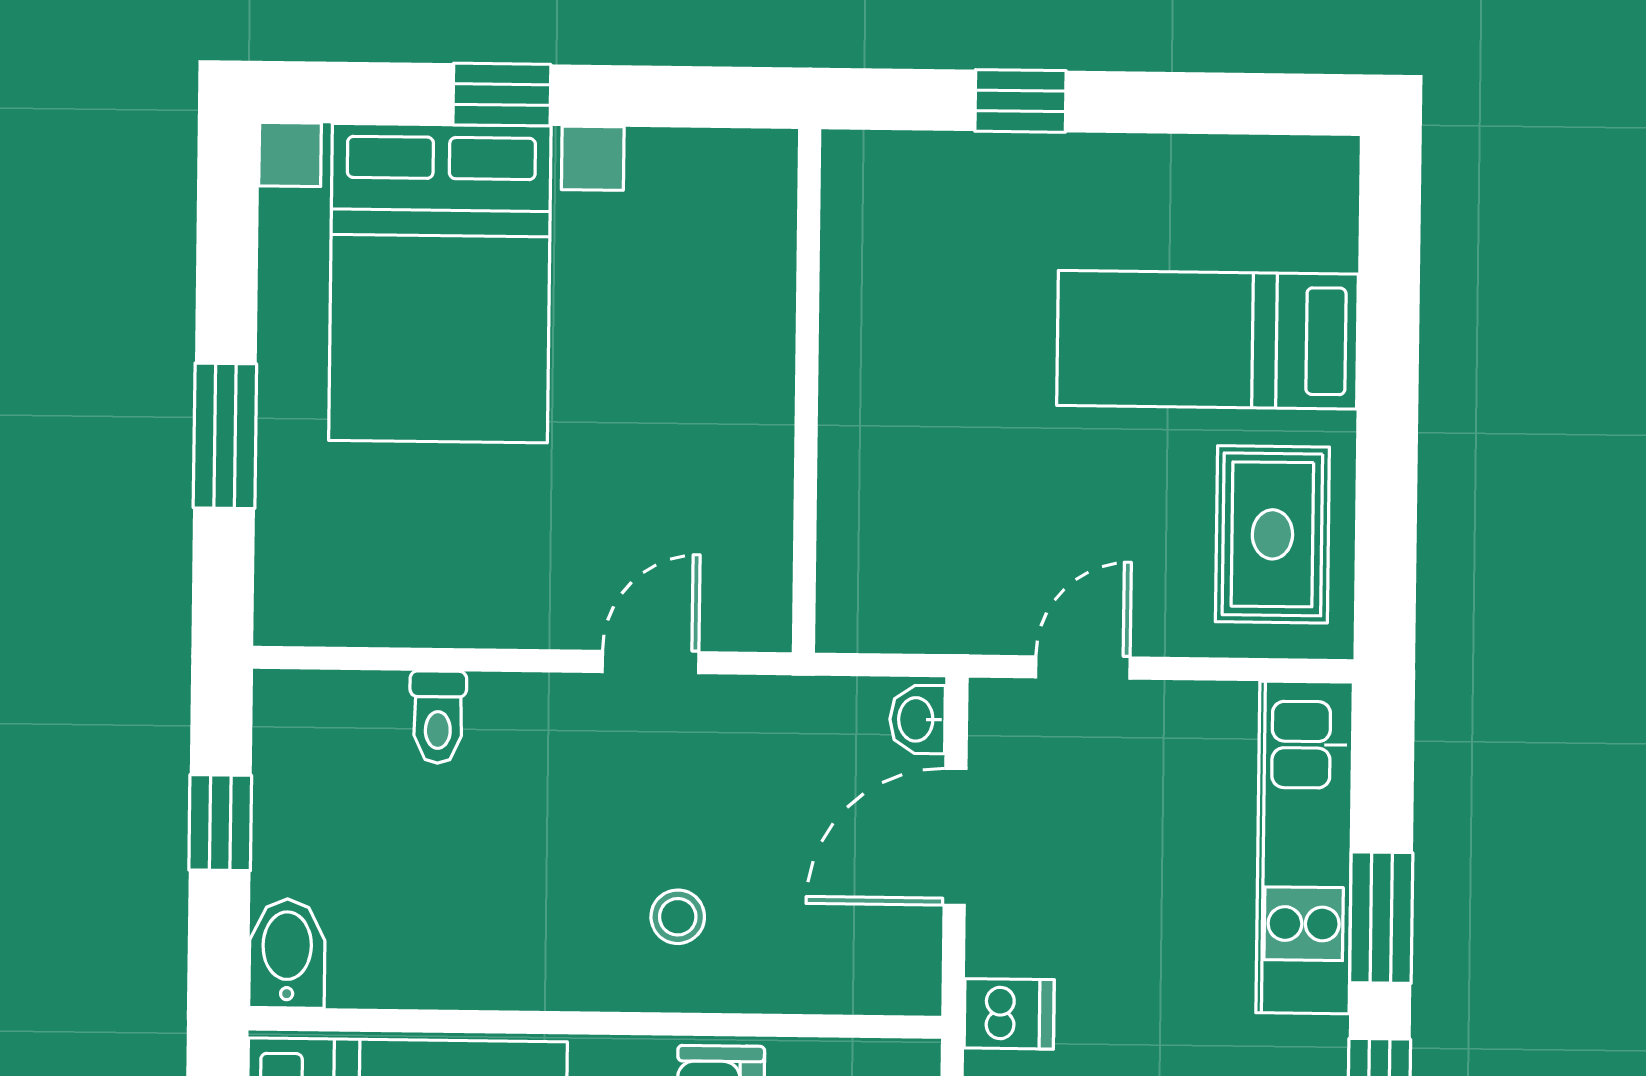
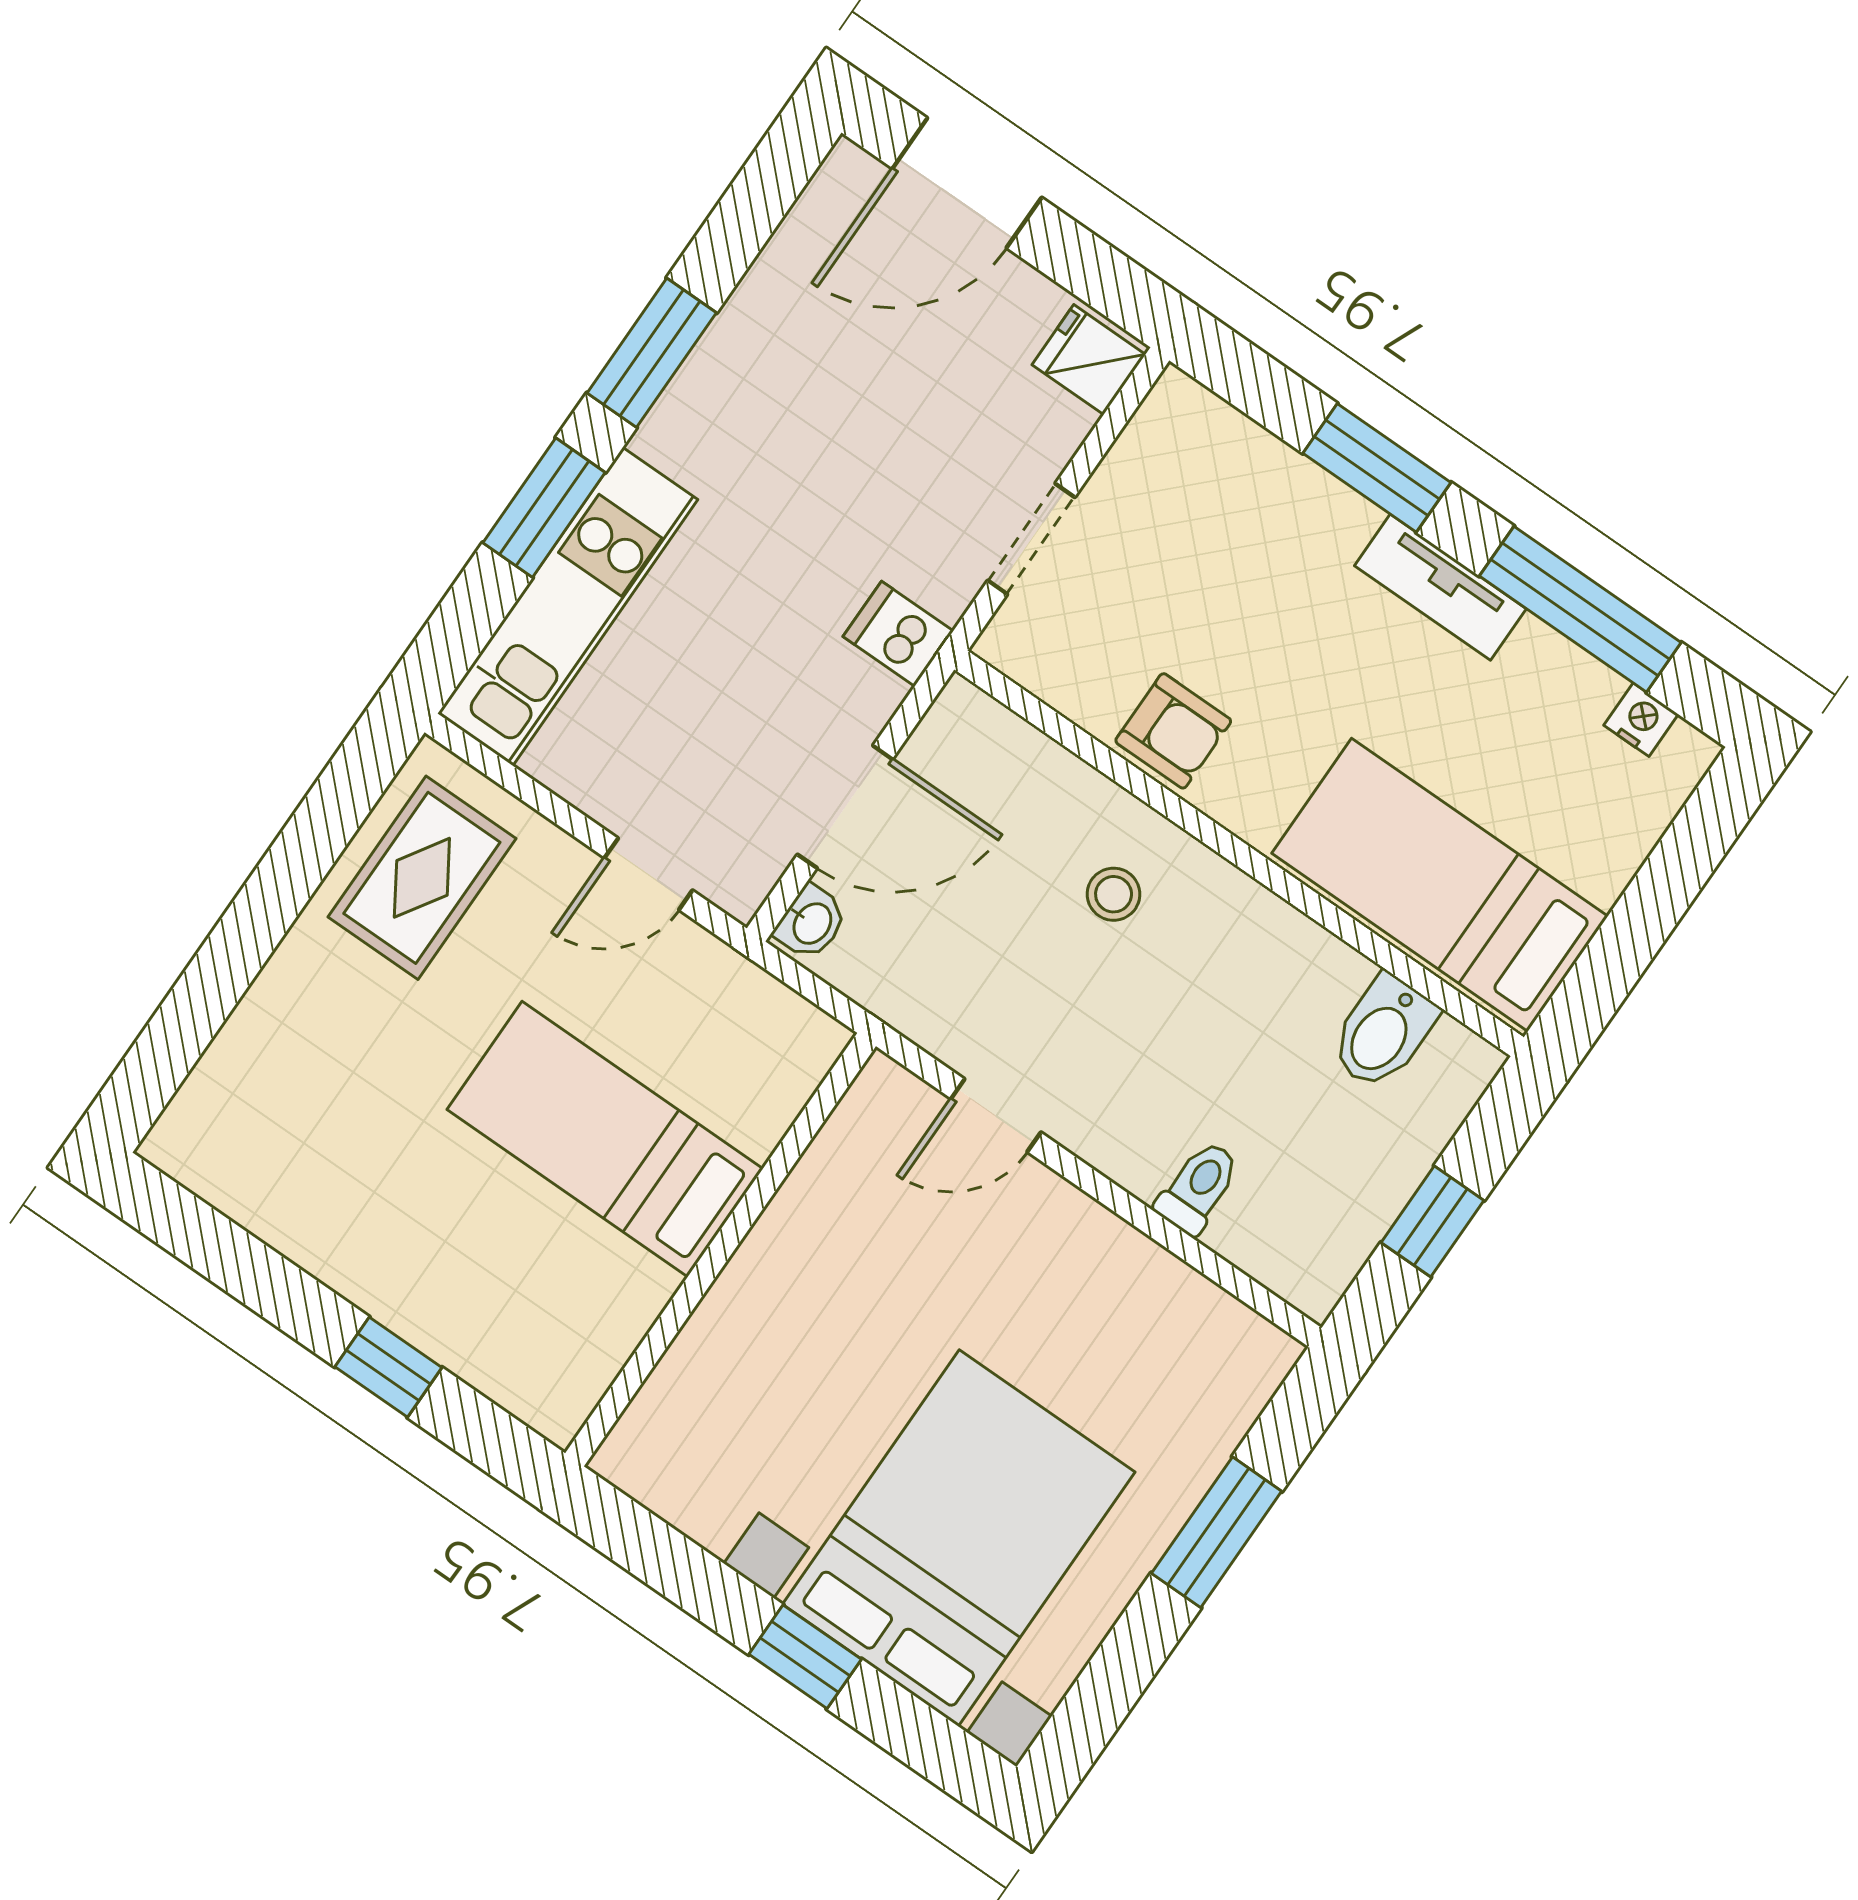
bed: (1207, 340) -> (605, 1139), moved, turned 180
bidet: (287, 953) -> (1383, 1032), moved

